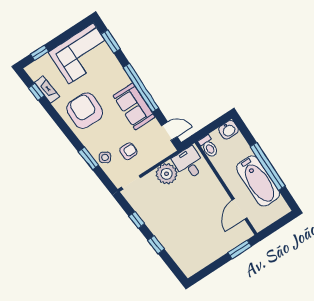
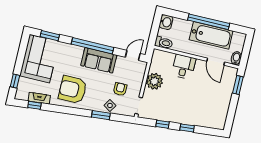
desk: (189, 163) -> (184, 67), moved, turned 90
bidet: (261, 224) -> (236, 58), added

